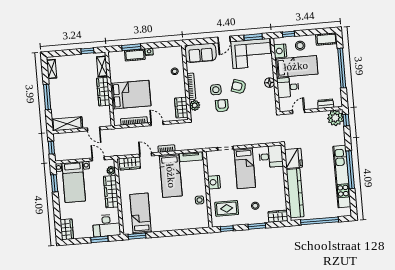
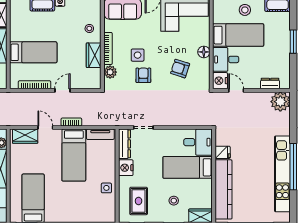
nightstand: (280, 51) -> (220, 81), moved
window: (342, 68) -> (293, 42), width x0.47
armchair: (239, 87) -> (180, 69), moved
bed: (131, 95) -> (33, 52), width x0.67
wardrobe: (181, 108) -> (94, 55), moved
door: (299, 112) -> (236, 90), hinge flipped
window: (346, 120) -> (293, 106), removed
door: (157, 124) -> (62, 90), hinge flipped
fridge: (293, 158) -> (223, 152), width x0.53, depth x0.75
dresser: (211, 163) -> (124, 144), added
bed: (245, 168) -> (188, 167), moved, turned 90
rug: (227, 208) -> (139, 201), turned 90

